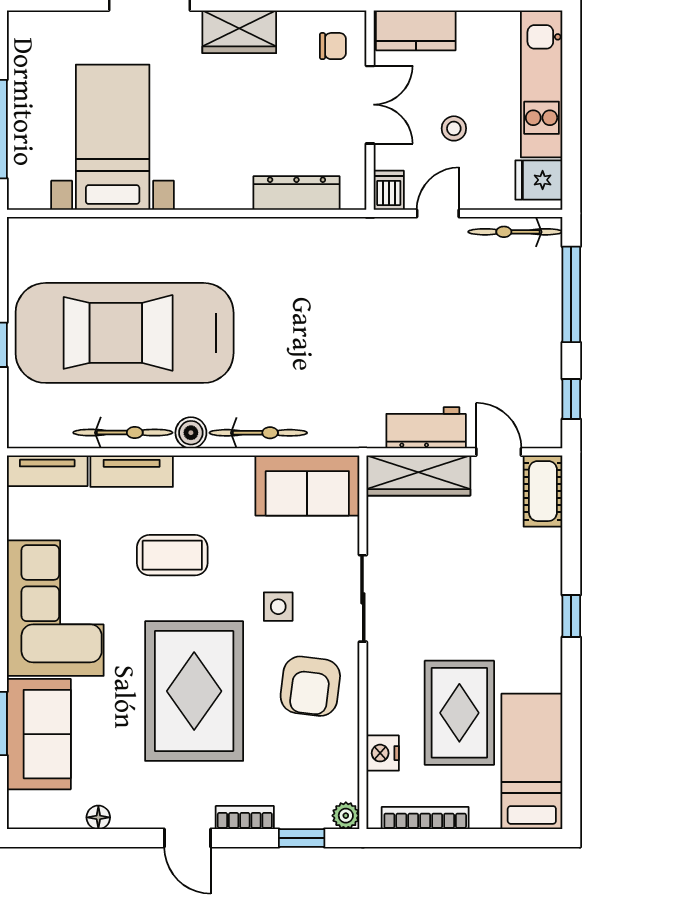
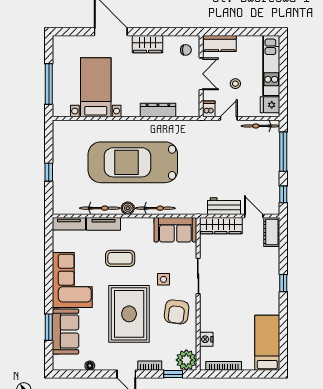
dresser: (296, 193) -> (158, 110), moved
car: (125, 333) -> (133, 162), moved
rug: (459, 713) -> (238, 323), removed
plant: (346, 816) -> (186, 360), width x1.87, depth x1.87

